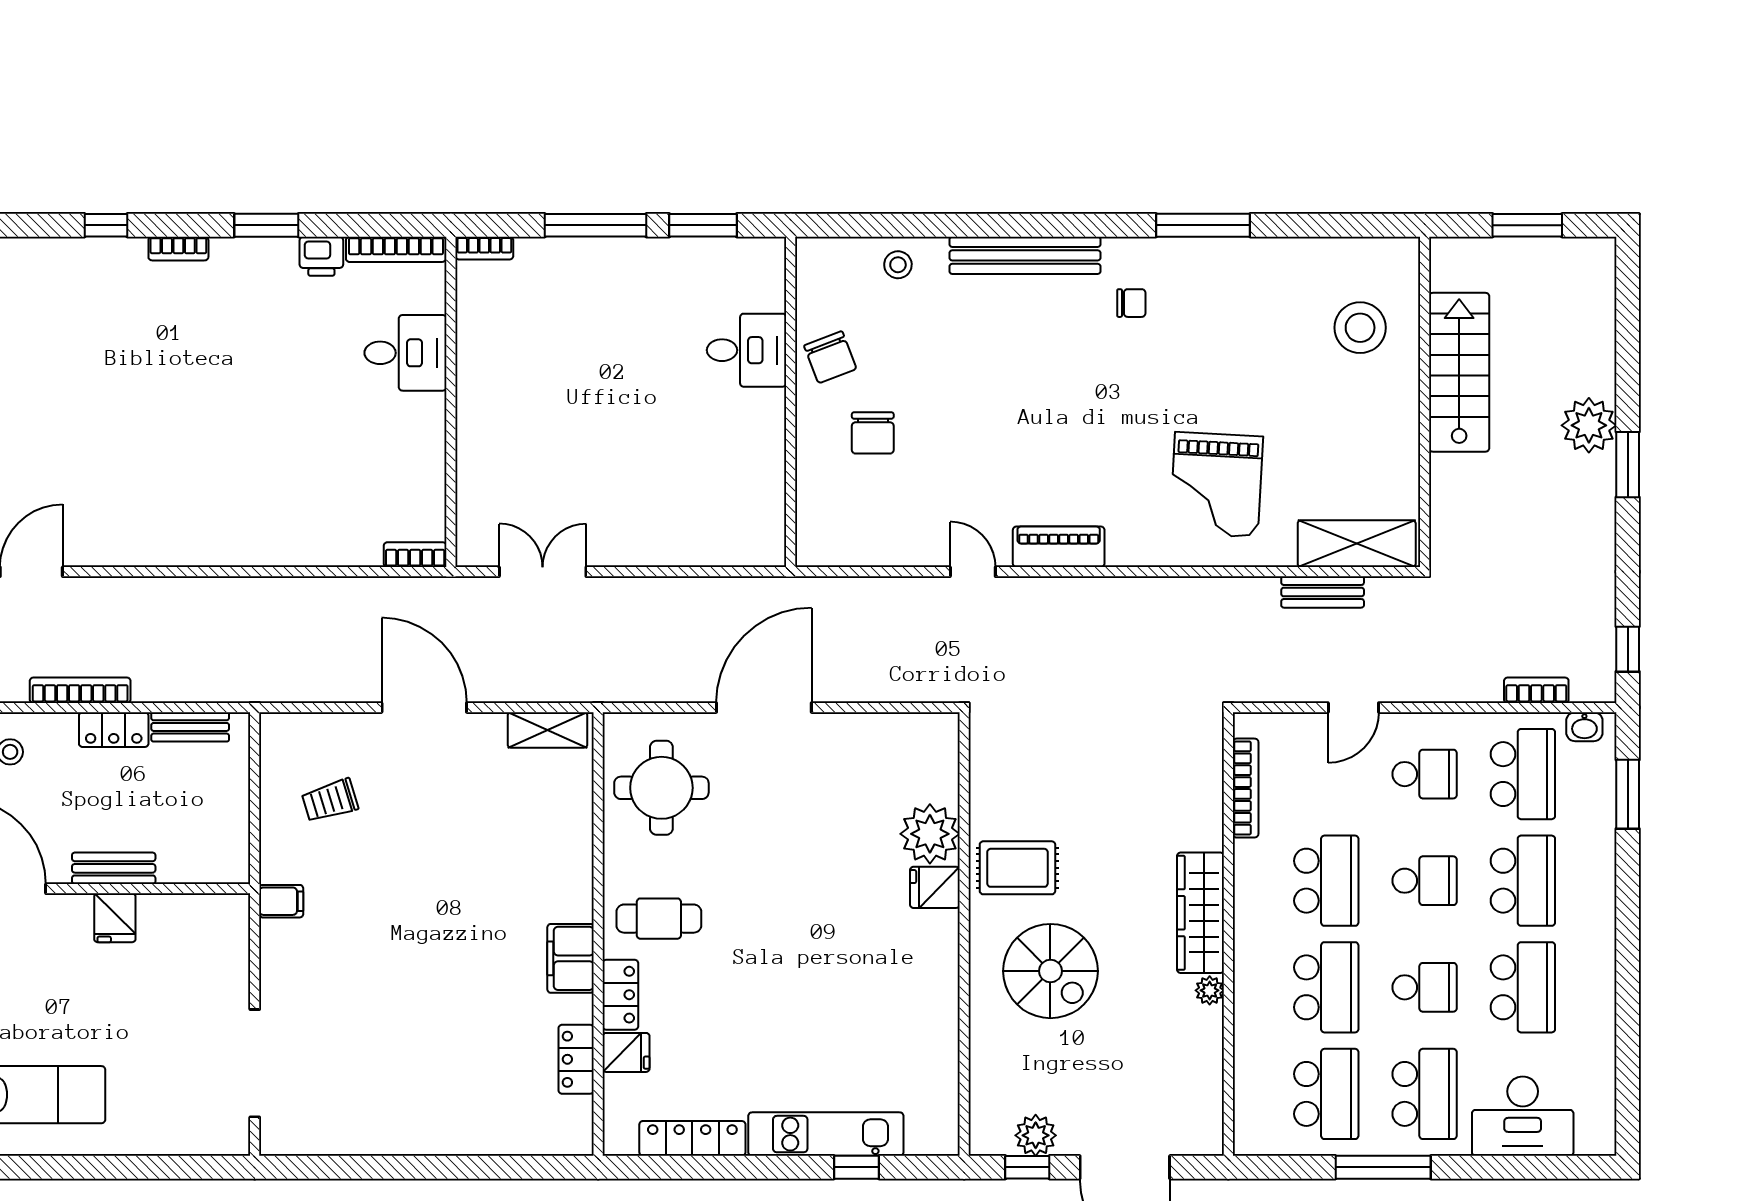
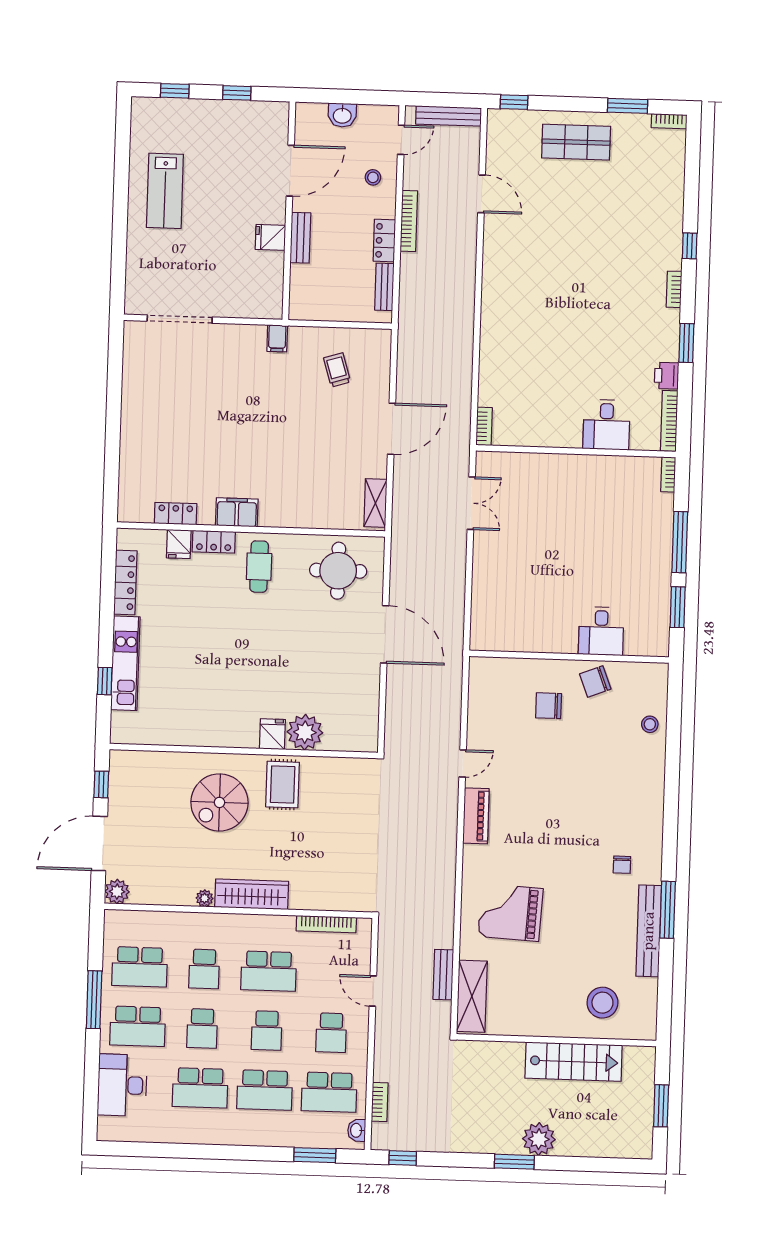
bench: (1025, 255) -> (649, 931), moved
school desk: (1326, 987) -> (204, 969), width x0.54
plant: (1036, 1135) -> (117, 892), moved

